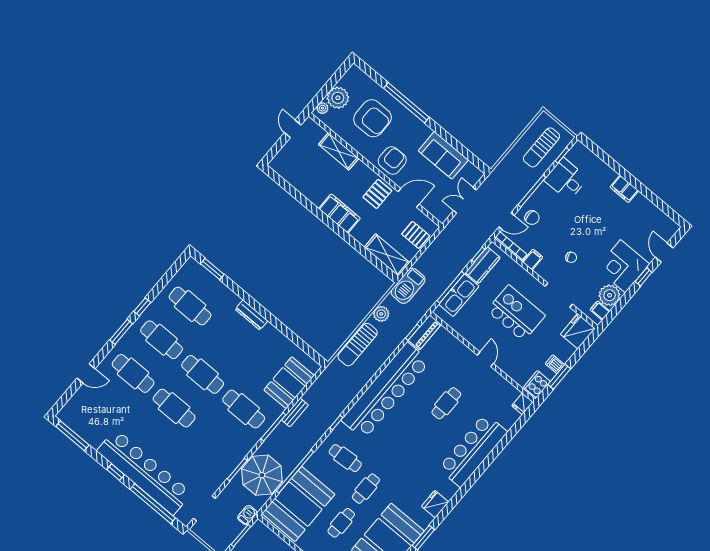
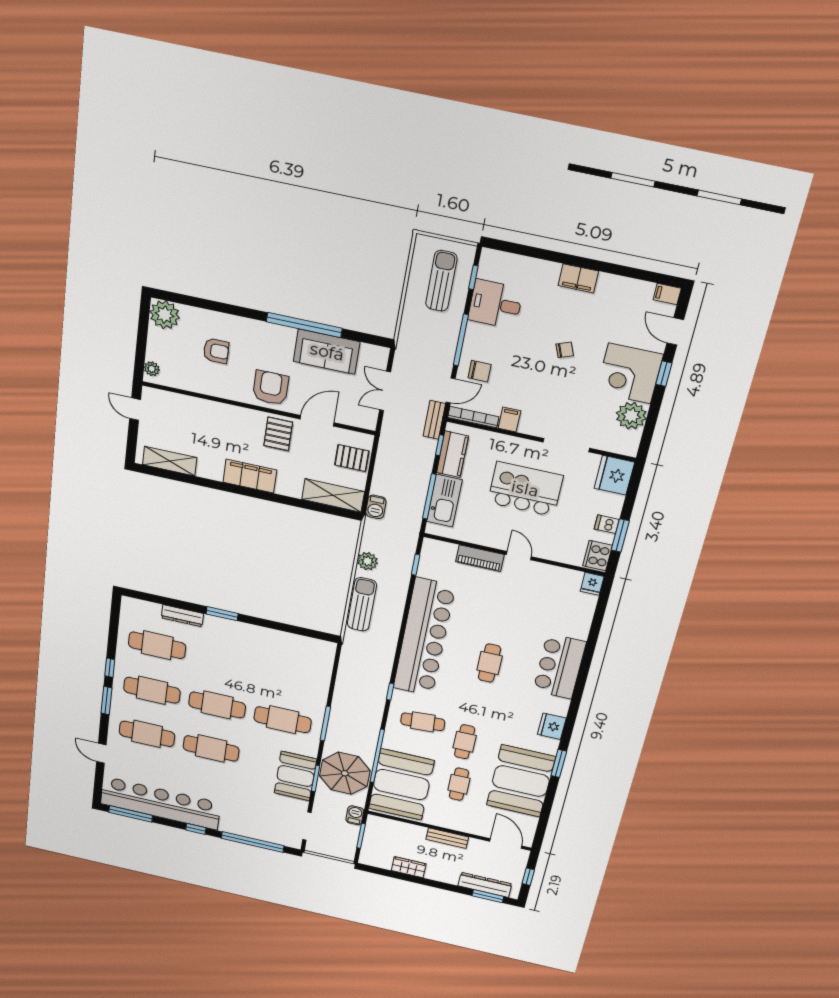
plant: (338, 98) -> (165, 315), moved
window: (406, 103) -> (304, 325), moved
armchair: (372, 118) -> (216, 351), width x0.53, depth x0.53
sun lounger: (541, 147) -> (441, 281), turned 180
shelving: (339, 151) -> (170, 461), moved
chair: (571, 257) -> (565, 350), moved
window: (212, 269) -> (222, 614), moved
barbecue: (408, 286) -> (376, 507), width x0.53, depth x0.65
filing cabinet: (600, 310) -> (667, 294), moved
dresser: (251, 315) -> (182, 616), moved
piano: (425, 332) -> (480, 558), moved, turned 90
sun lounger: (358, 345) -> (362, 604), turned 180
door: (86, 373) -> (101, 753), swing flipped
booth: (289, 383) -> (295, 776), moved
cafe table: (446, 403) -> (490, 663), moved
bench: (295, 413) -> (434, 420), moved
bar counter: (473, 450) -> (559, 666), width x0.73
bar counter: (144, 472) -> (160, 803), moved

